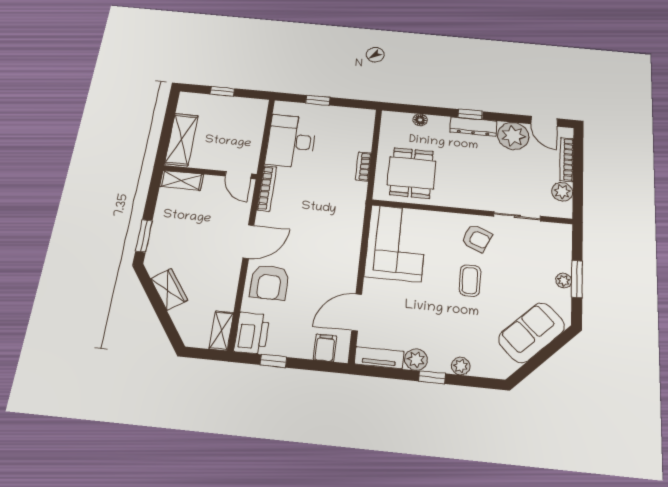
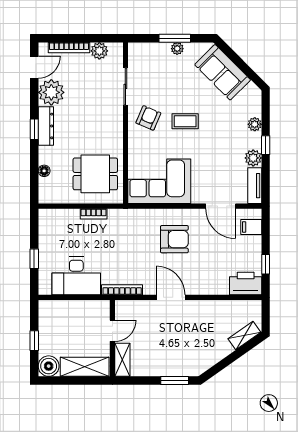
boiler: (190, 103) -> (49, 366), added
door: (238, 175) -> (112, 331), moved
armchair: (269, 282) -> (174, 239), moved
wardrobe: (169, 289) -> (217, 352), removed
shelving: (221, 331) -> (244, 336), moved, turned -35

